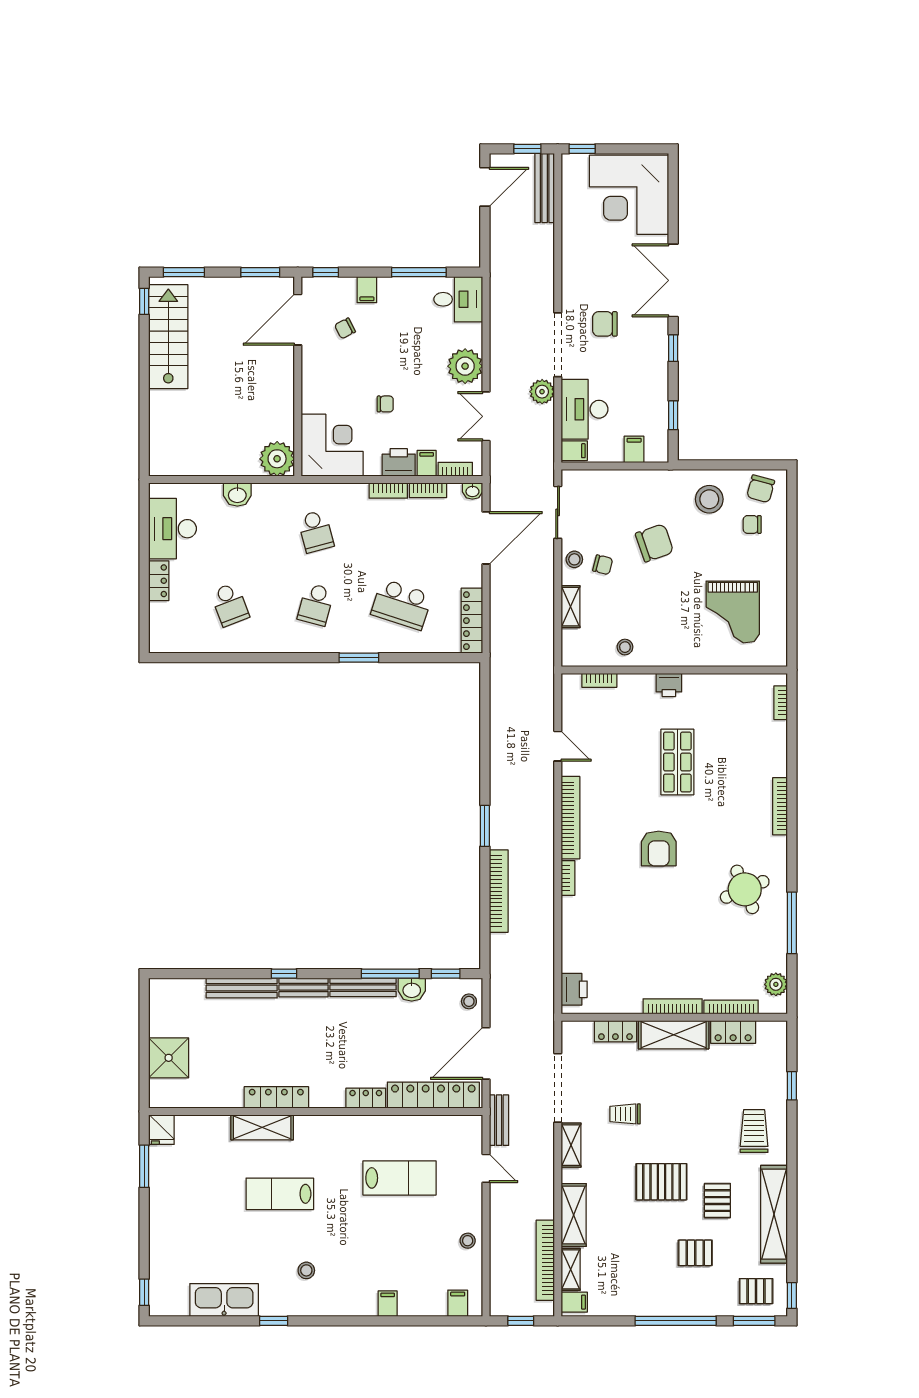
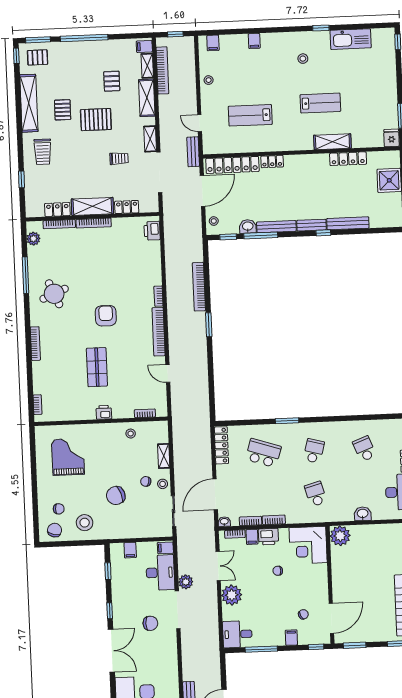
locker: (276, 1097) -> (348, 159), moved
pallet: (695, 1253) -> (112, 81), moved, turned 90

